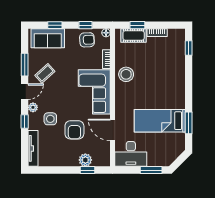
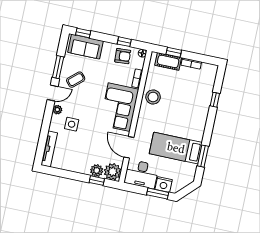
window: (55, 25) -> (83, 33), moved
window: (189, 48) -> (215, 100), moved
window: (25, 121) -> (47, 121), removed
armchair: (74, 130) -> (92, 140), removed
plant: (101, 158) -> (113, 172), added
nightstand: (155, 160) -> (164, 184), added

